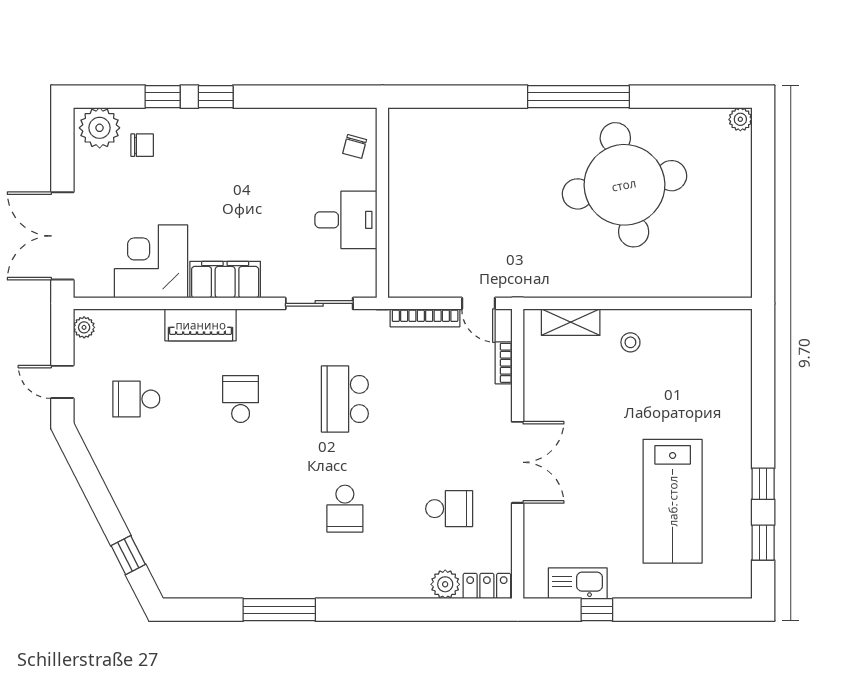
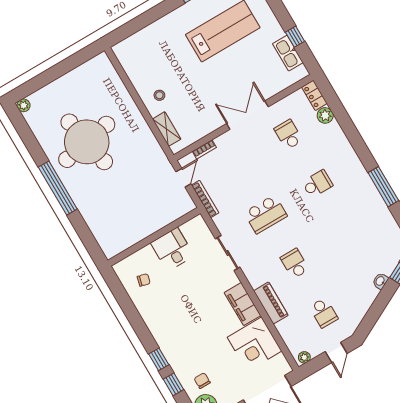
wall: (382, 203) -> (154, 237), moved
desk: (346, 220) -> (172, 249), moved
school desk: (241, 399) -> (295, 264), turned 90
washbasin: (134, 517) -> (380, 281), added

